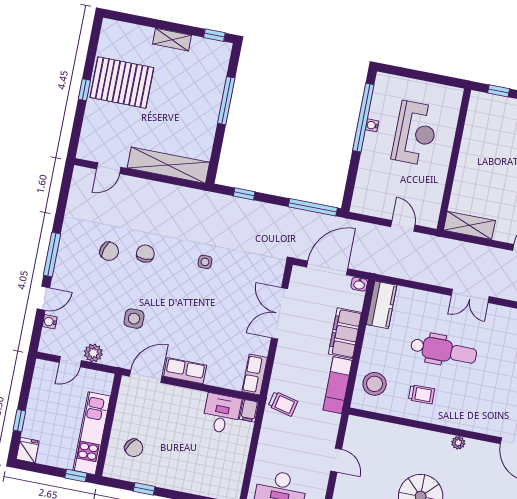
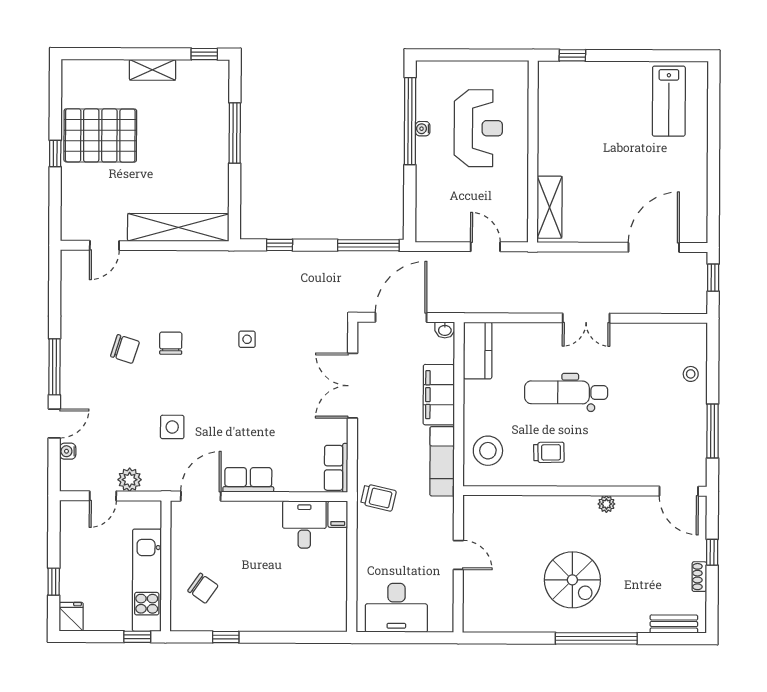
shelving: (469, 225) -> (550, 207), moved, turned 90
dental chair: (444, 350) -> (566, 392), turned 180

